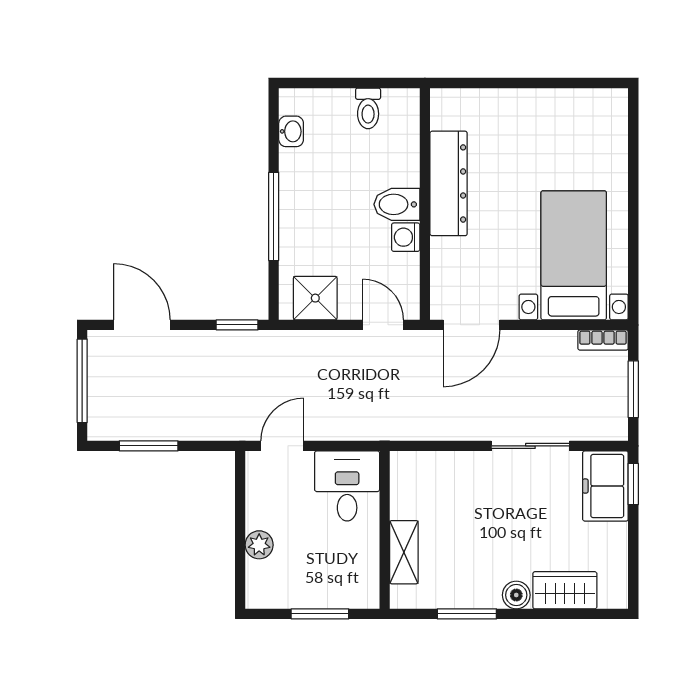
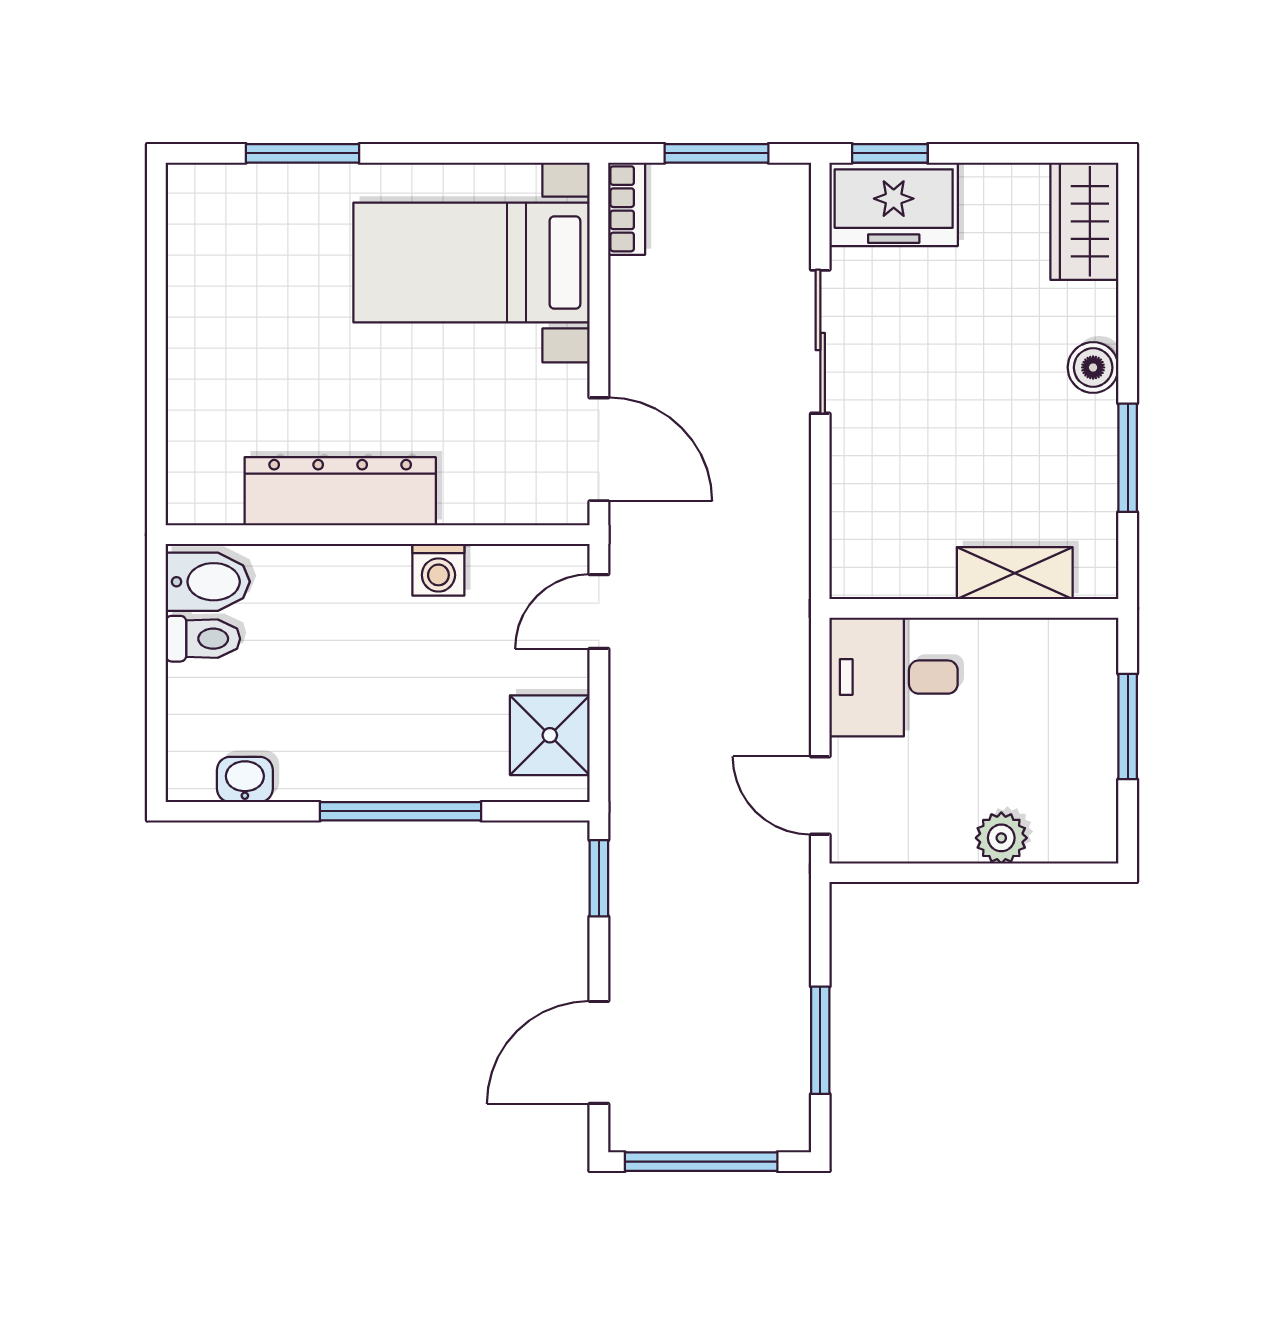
window: (633, 163) -> (302, 153), added
bidet: (397, 204) -> (208, 582), moved, turned -90
wardrobe: (565, 590) -> (1084, 221), moved

